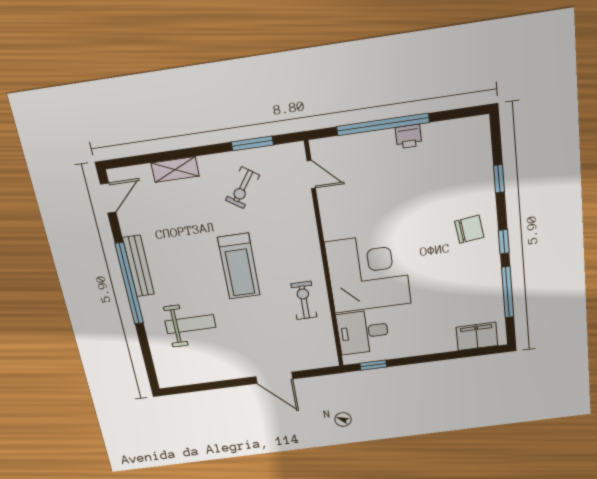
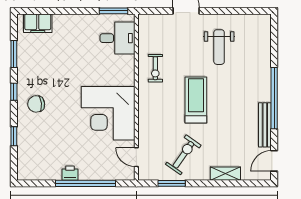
exercise bike: (243, 188) -> (183, 155), width x1.38, depth x1.39
bench: (138, 266) -> (265, 125), moved
corner desk: (368, 273) -> (108, 113), moved
window: (508, 292) -> (14, 54), width x0.69
weight bench: (190, 324) -> (219, 47), moved, turned -90
window: (373, 365) -> (114, 11), width x1.50

